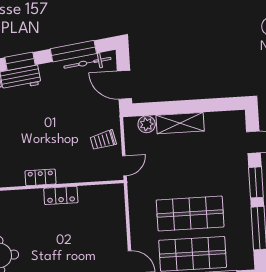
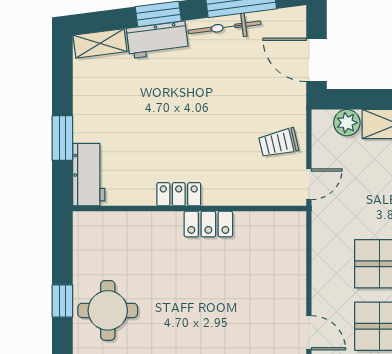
bicycle: (87, 63) -> (225, 27), moved

